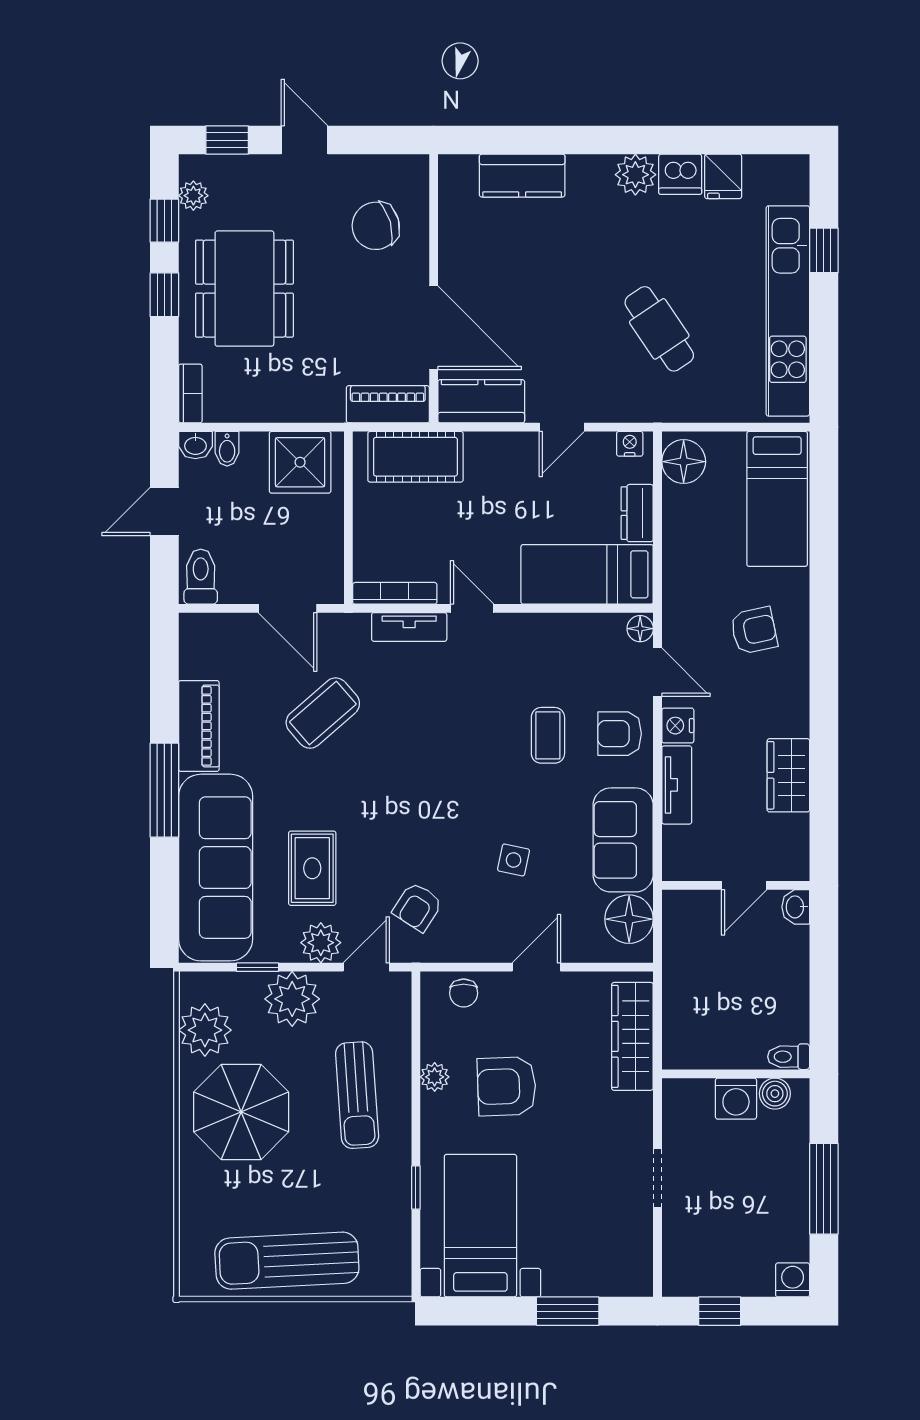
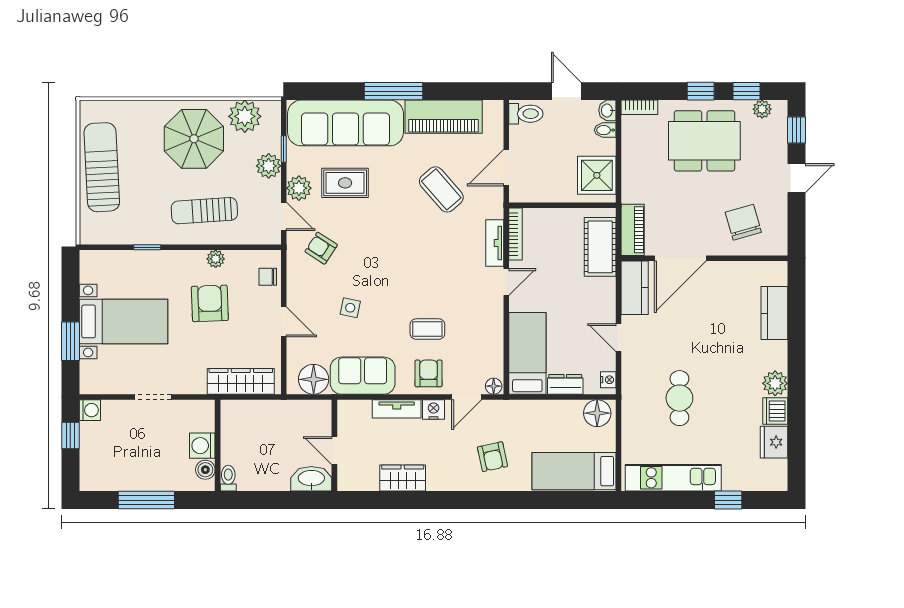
fridge: (723, 176) -> (774, 442), width x1.38
kitchen unit: (788, 311) -> (673, 478), width x0.73
cafe table: (659, 329) -> (679, 398), turned -56
piano: (199, 726) -> (444, 117), width x1.37, depth x1.33
washbasin: (796, 907) -> (311, 479), width x1.91, depth x1.45
plant: (292, 999) -> (269, 166), width x0.73, depth x0.73
bed with nightstands: (480, 1226) -> (123, 321), moved
washing machine: (793, 1280) -> (90, 410), moved

